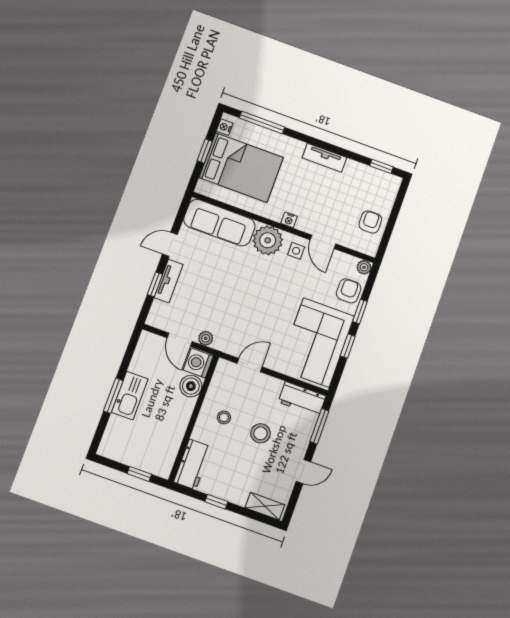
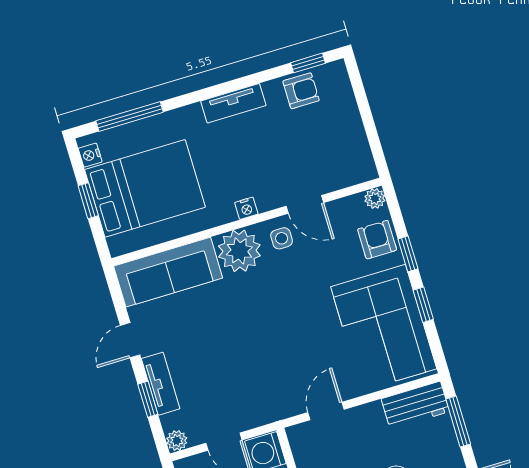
armchair: (370, 222) -> (301, 91), moved, turned 90
plant: (206, 338) -> (177, 441), moved

